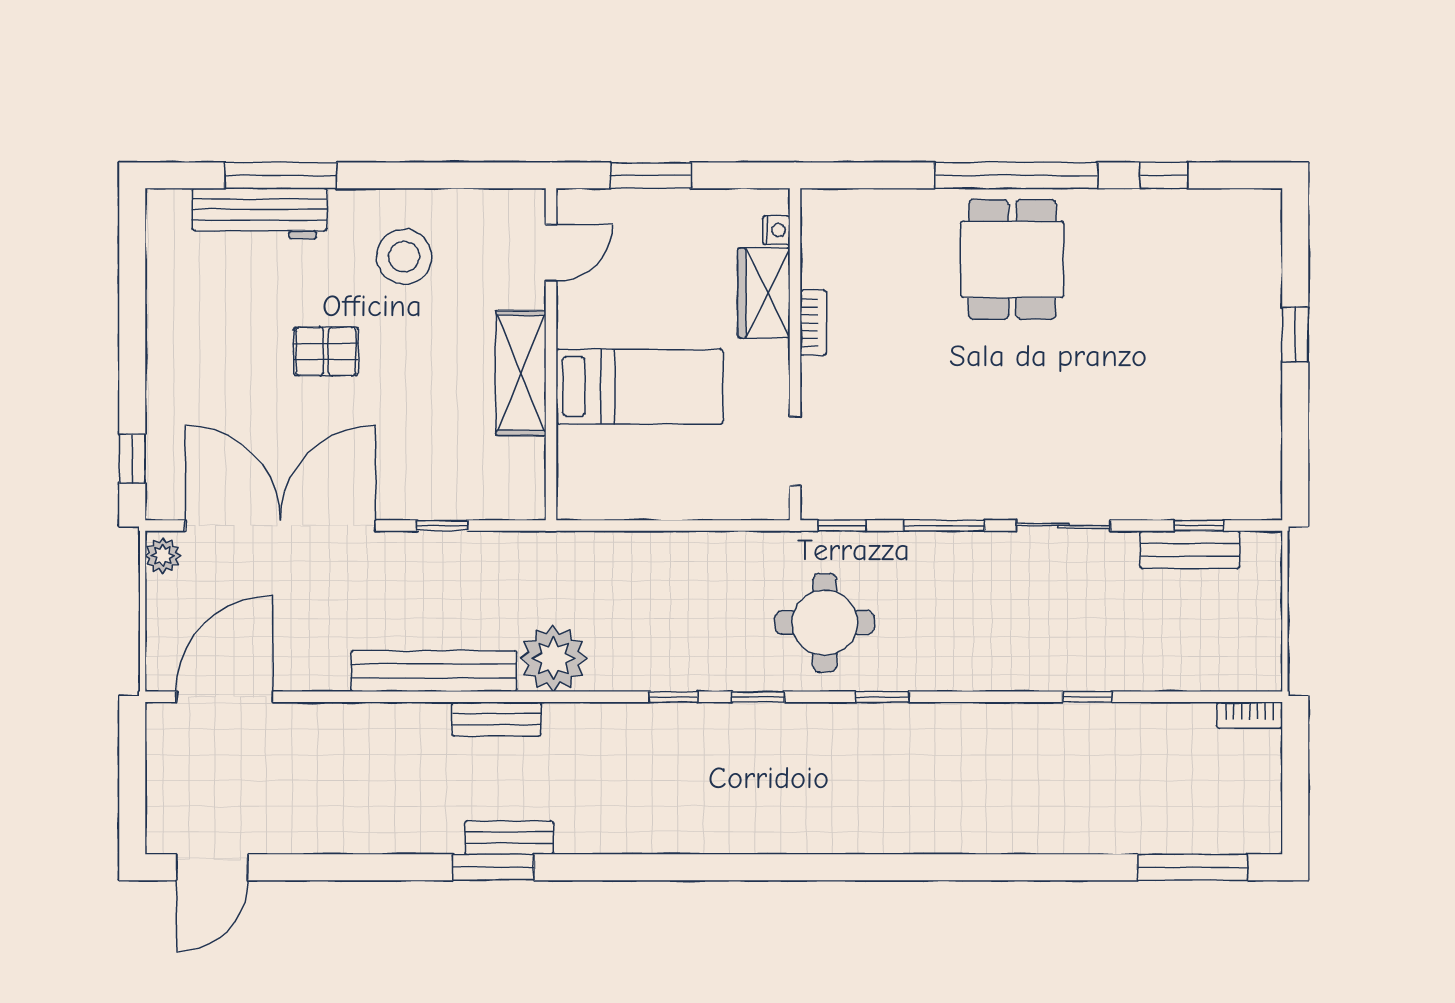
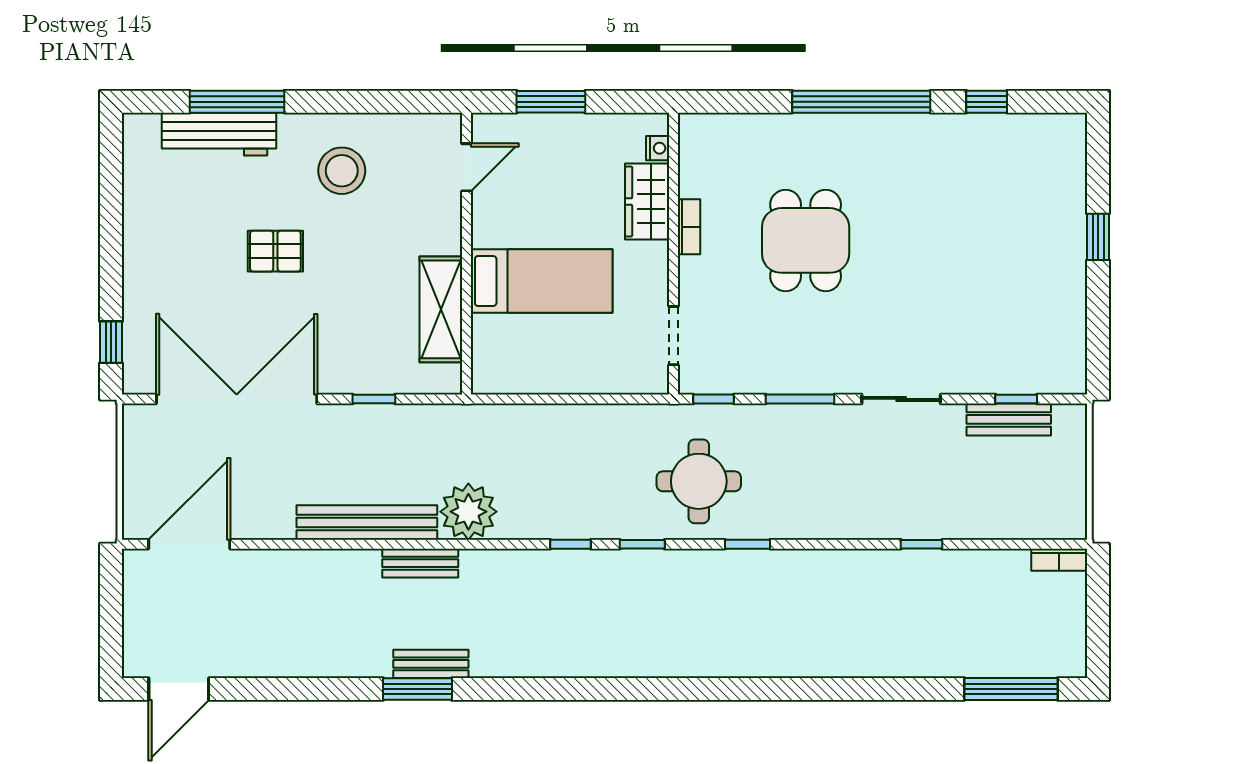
dining table: (1012, 259) -> (806, 240), moved
shelving: (521, 373) -> (441, 309), moved
plant: (163, 556) -> (137, 424), removed

